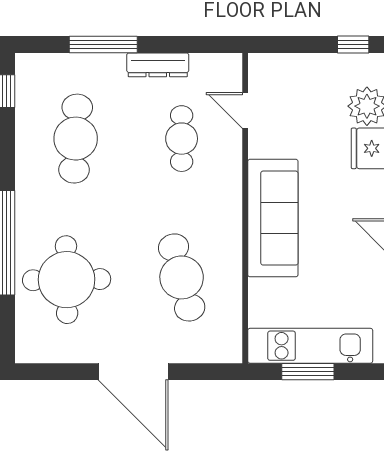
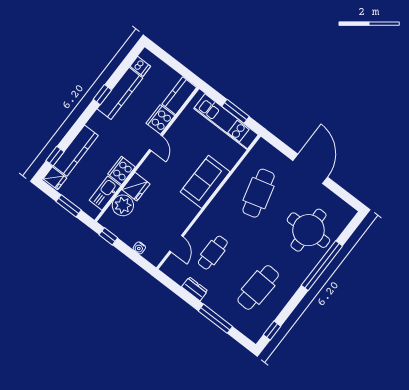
water cooler: (295, 62) -> (139, 248), added
dresser: (158, 65) -> (195, 289), width x0.70
sofa: (273, 218) -> (205, 182), width x0.73

